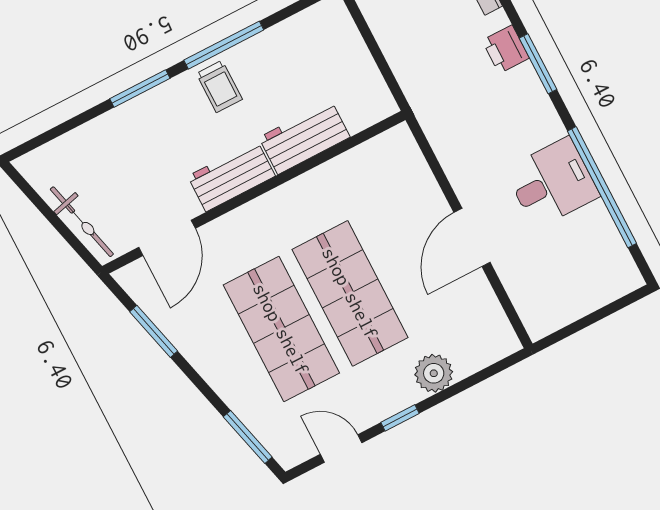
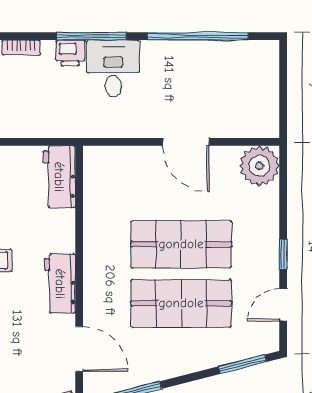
window: (538, 64) -> (92, 36), width x1.44
workbench: (304, 137) -> (59, 177), moved
desk: (552, 183) -> (113, 68), moved
plant: (434, 373) -> (259, 166), moved, width x1.36, depth x1.36

